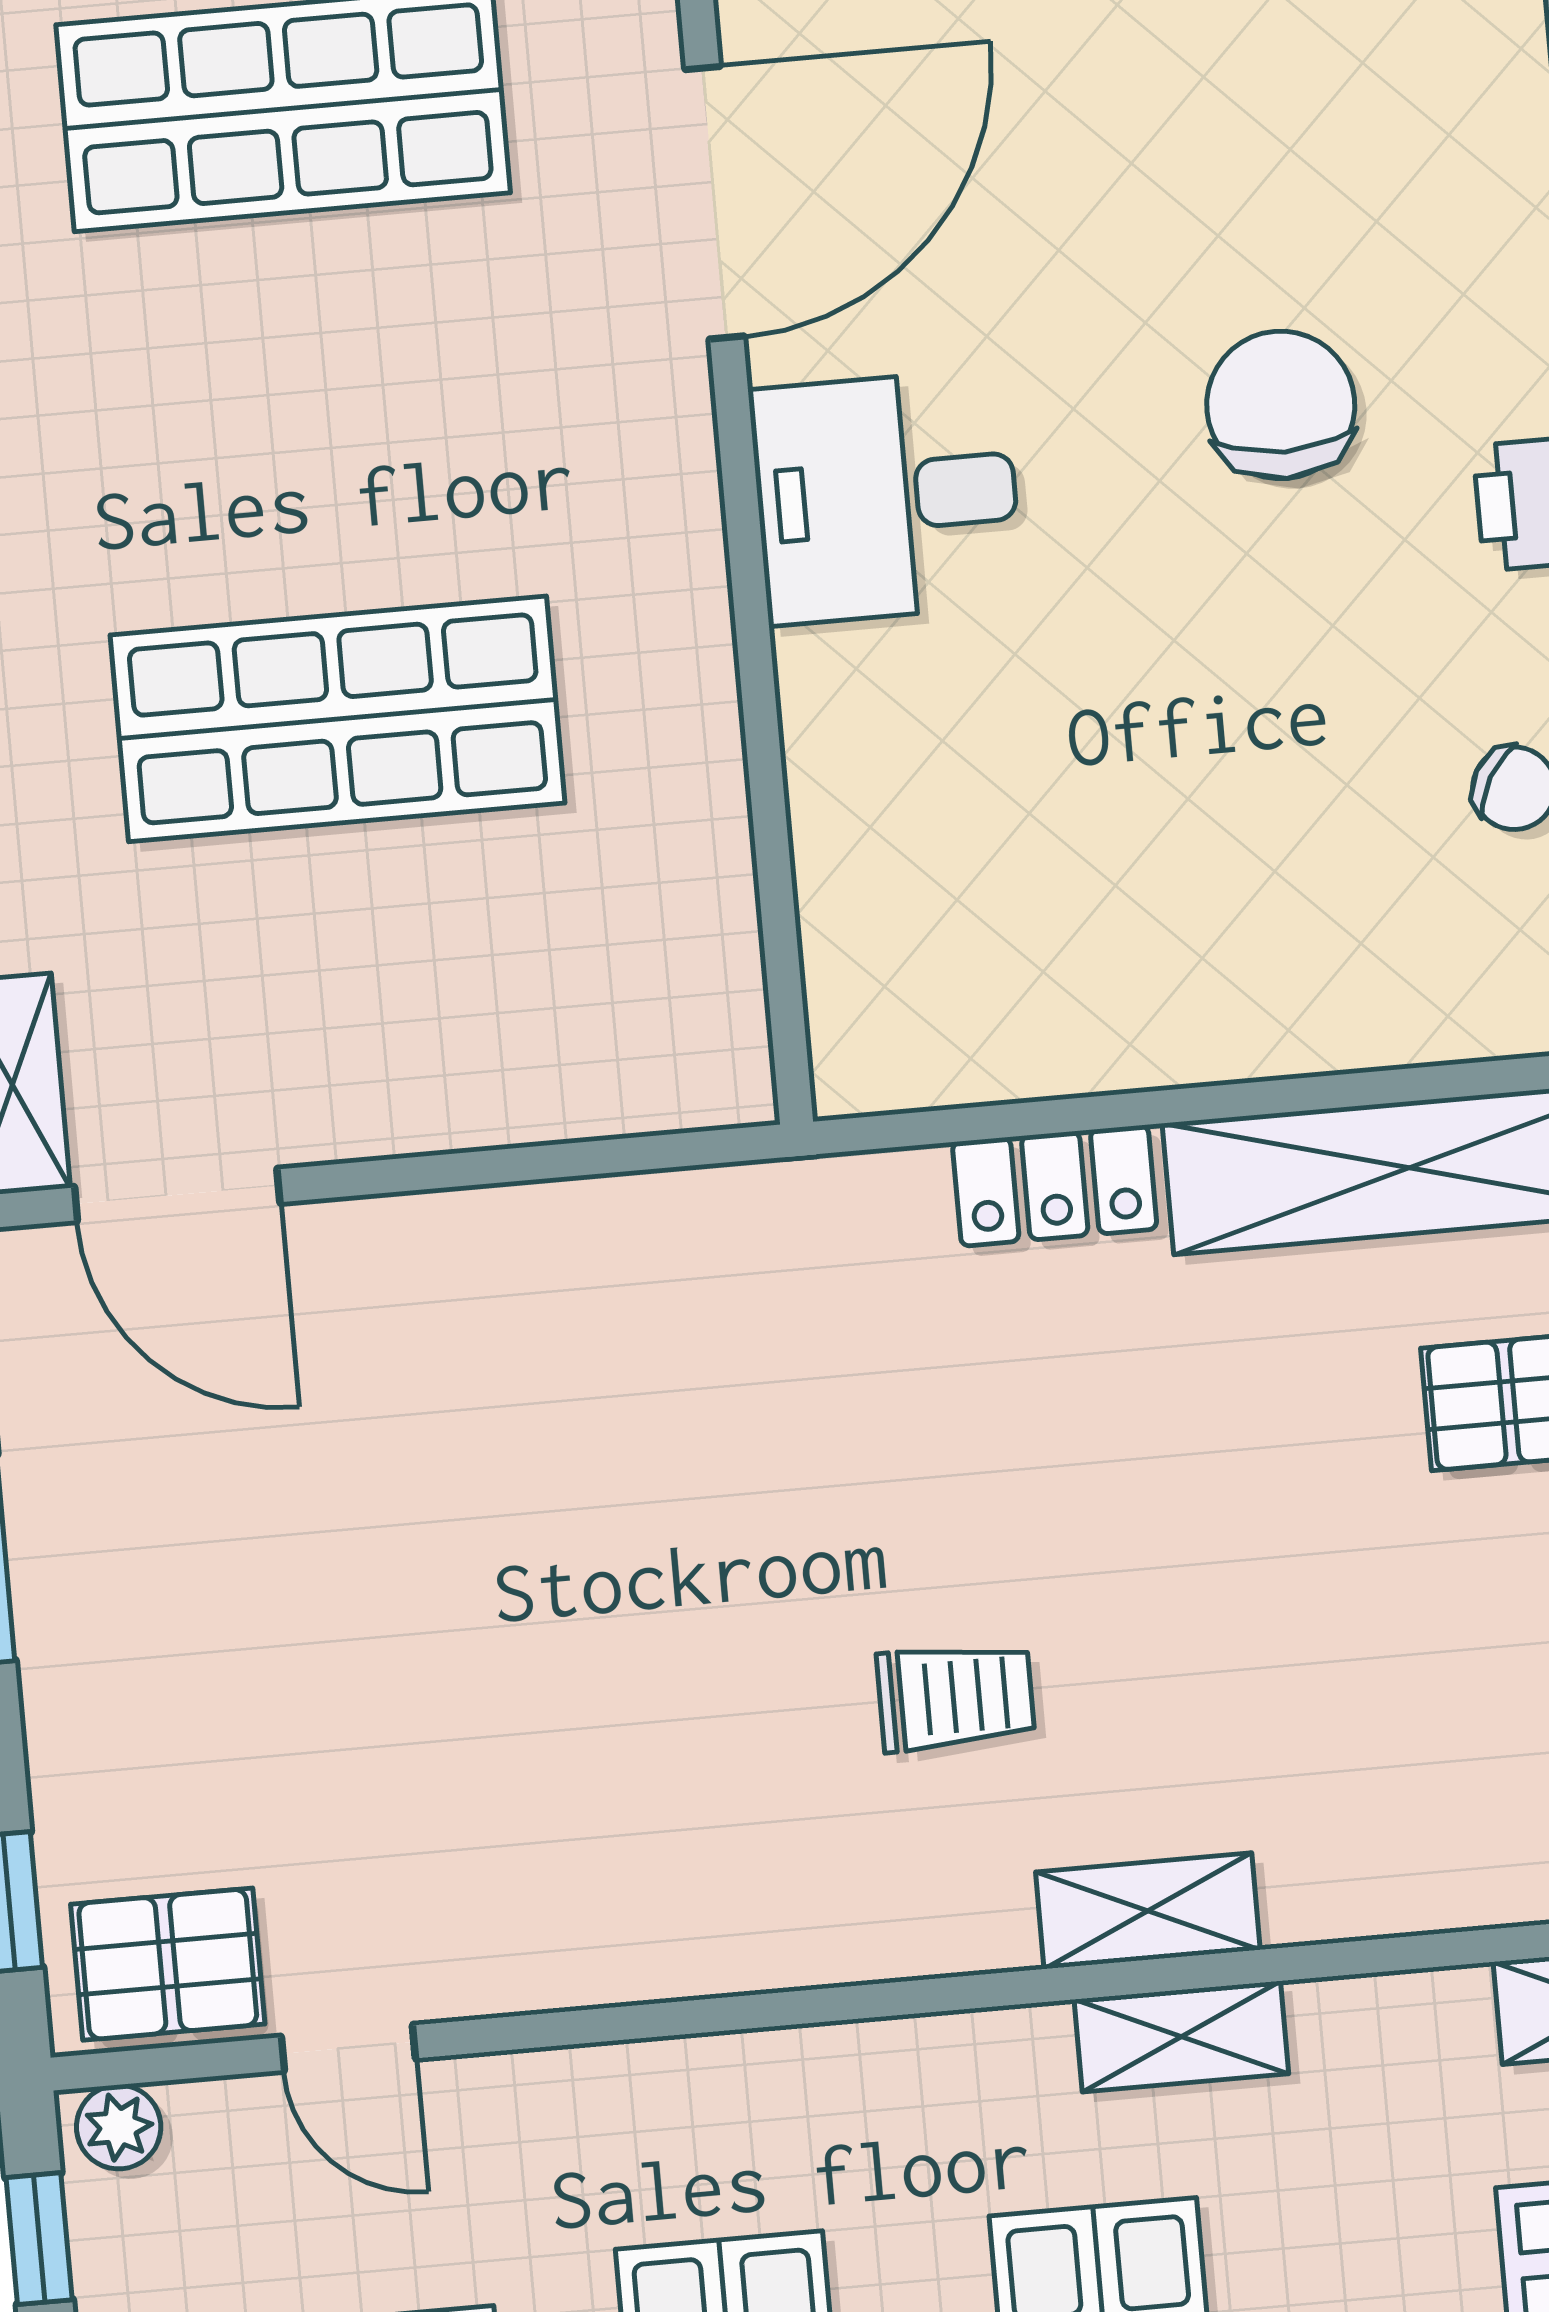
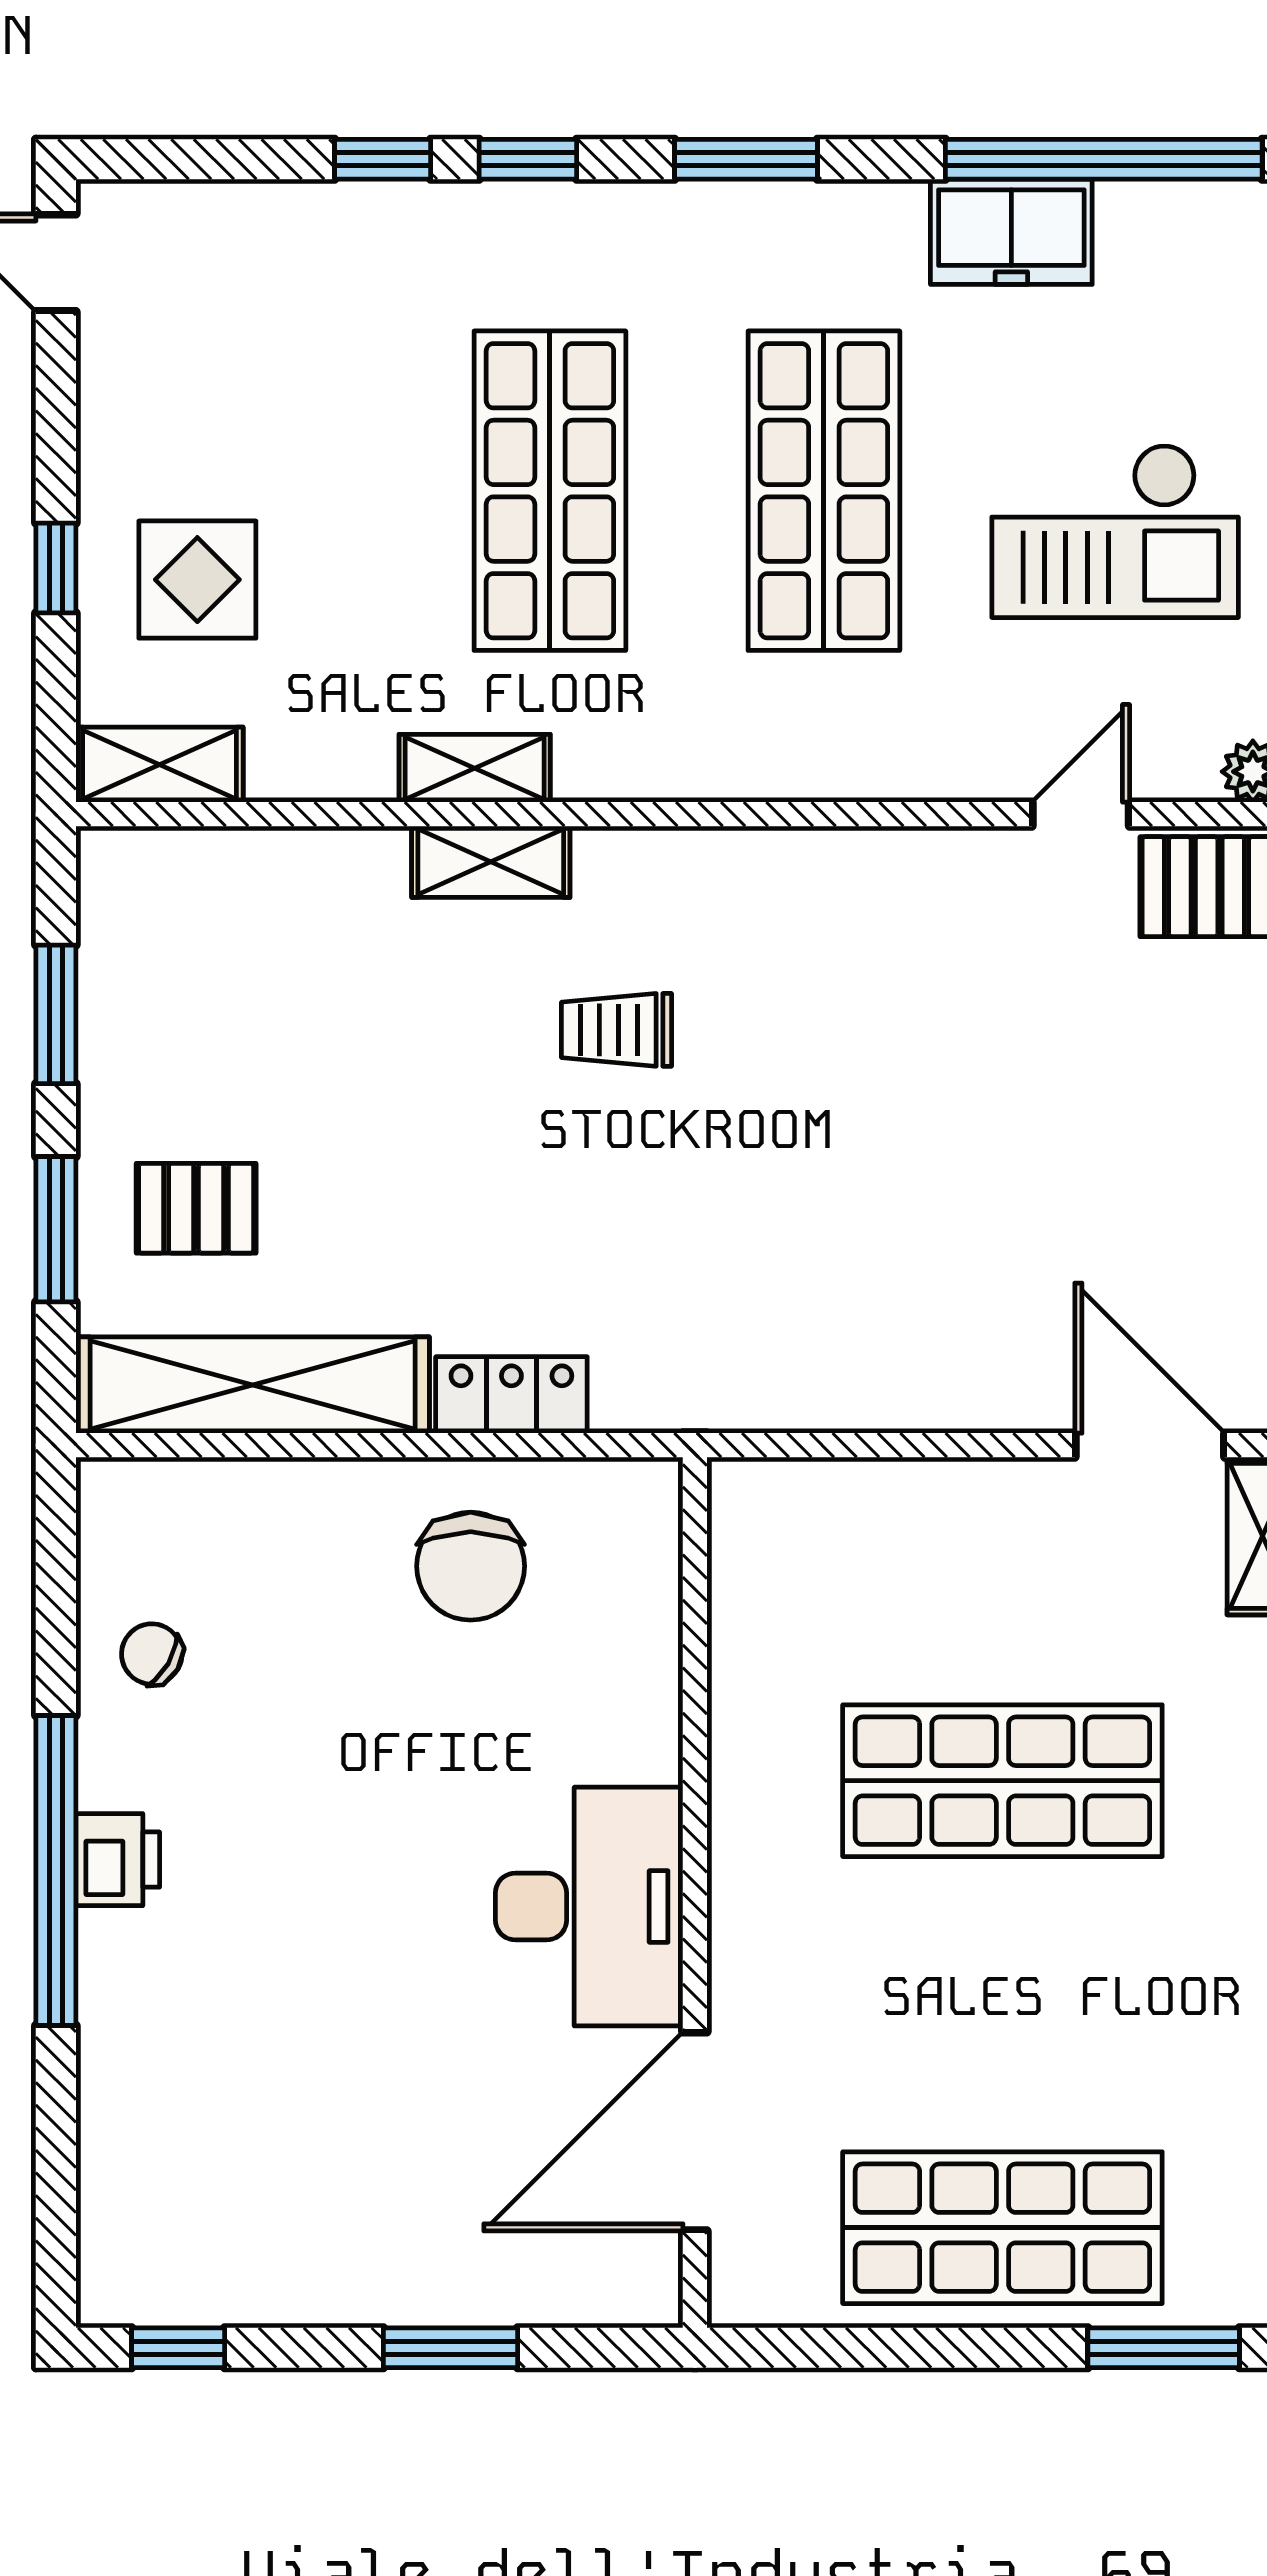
chair: (1281, 405) -> (471, 1566), moved
desk: (886, 497) -> (589, 1907), width x1.37
door: (348, 2048) -> (1081, 814), hinge flipped

